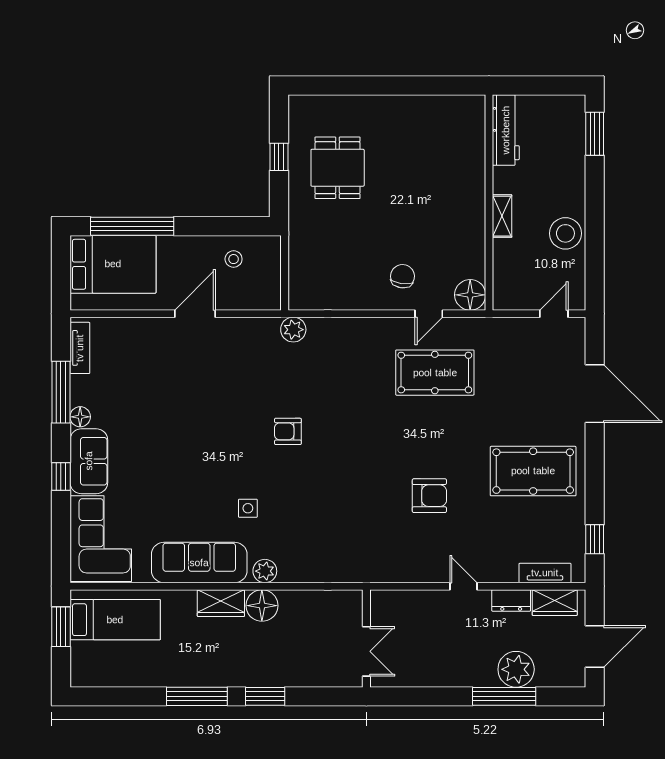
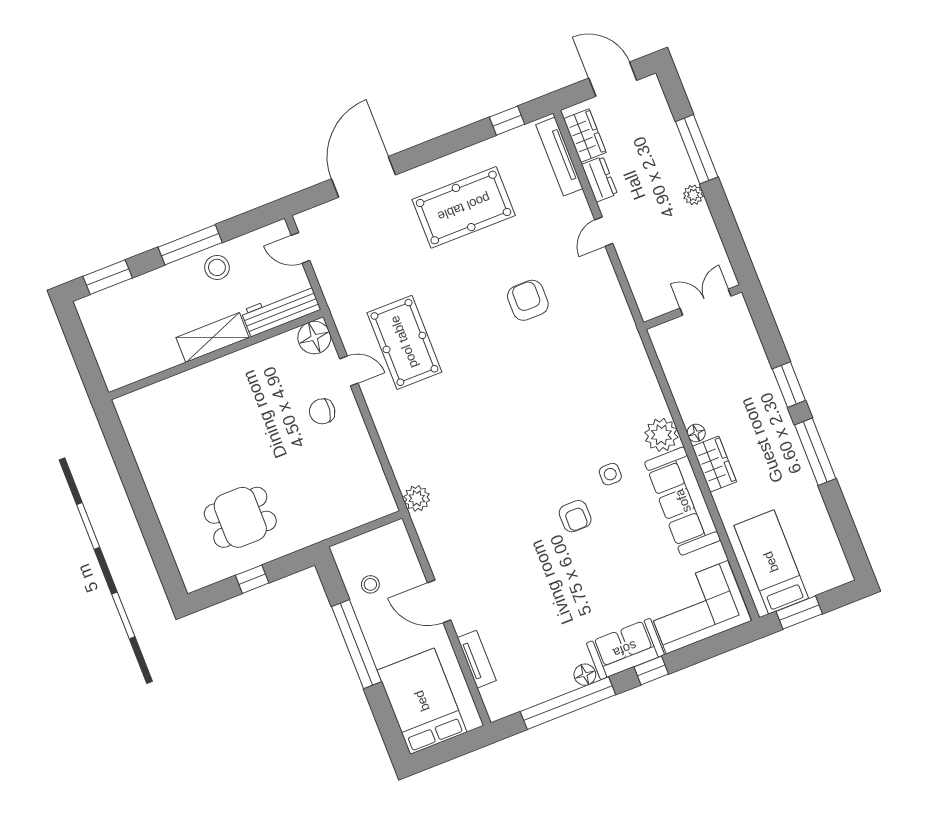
workbench: (506, 130) -> (281, 310), moved
shelving: (502, 216) -> (213, 338), width x1.50, depth x1.33
window: (595, 218) -> (190, 245), added
window: (132, 226) -> (356, 644), moved
stool: (565, 233) -> (217, 267), width x0.73, depth x0.73
tv unit: (80, 348) -> (477, 659), moved, turned 90
window: (61, 392) -> (568, 703), width x1.46
armchair: (288, 431) -> (575, 516), moved
pool table: (533, 471) -> (464, 207), turned 90
plant: (265, 571) -> (661, 435), width x1.36, depth x1.36
tv unit: (545, 573) -> (559, 157), width x1.41
floor lamp: (262, 606) -> (696, 433), width x0.53, depth x0.53
plant: (516, 669) -> (693, 195), moved, width x0.53, depth x0.53

